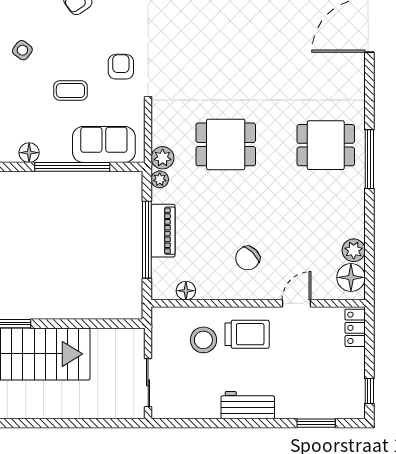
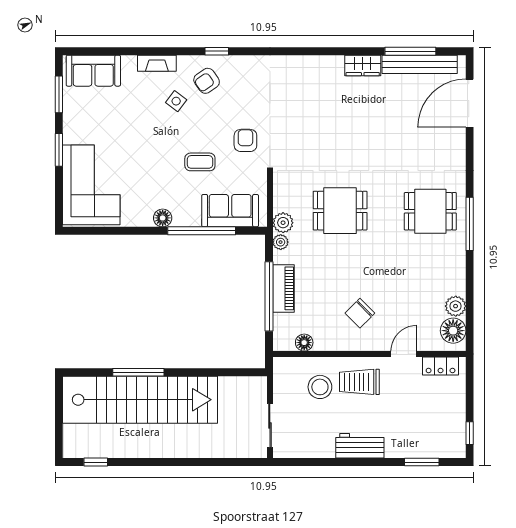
side table: (22, 50) -> (176, 101), moved
locker: (355, 328) -> (441, 366), moved, turned -90
trolley: (247, 334) -> (359, 382), turned 180

